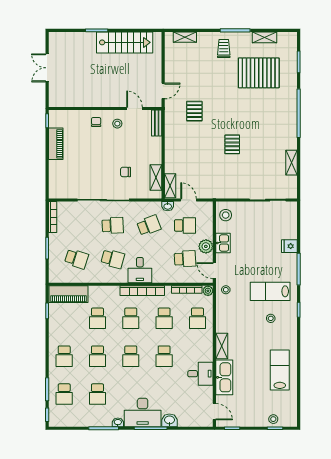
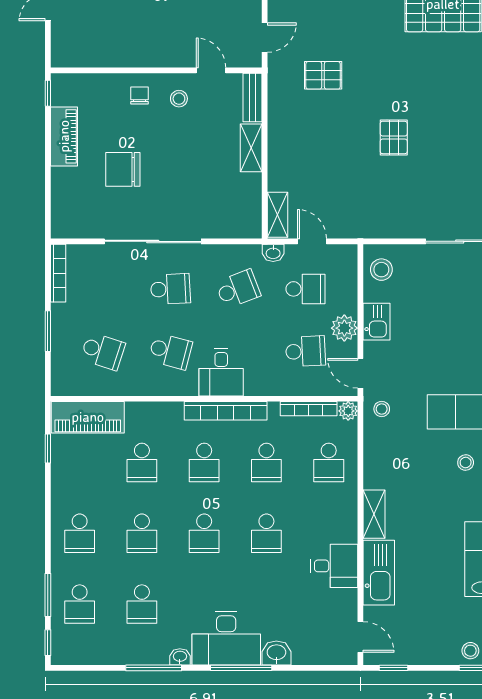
pallet: (194, 111) -> (323, 75), turned 90
chair: (126, 172) -> (123, 169), moved, width x1.87, depth x1.87
shelving: (156, 177) -> (251, 148), moved

